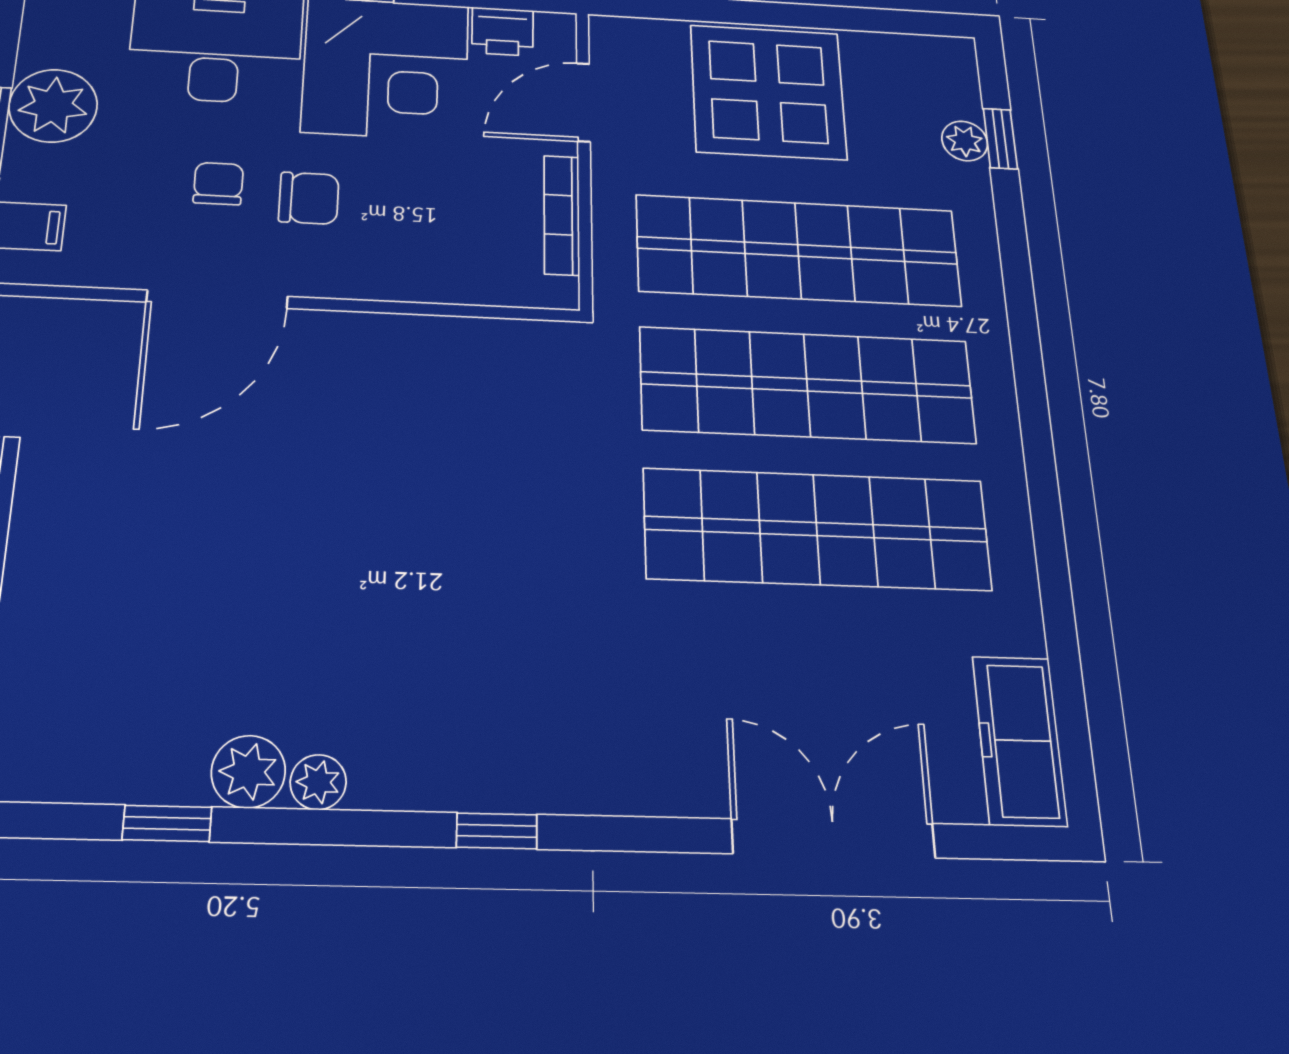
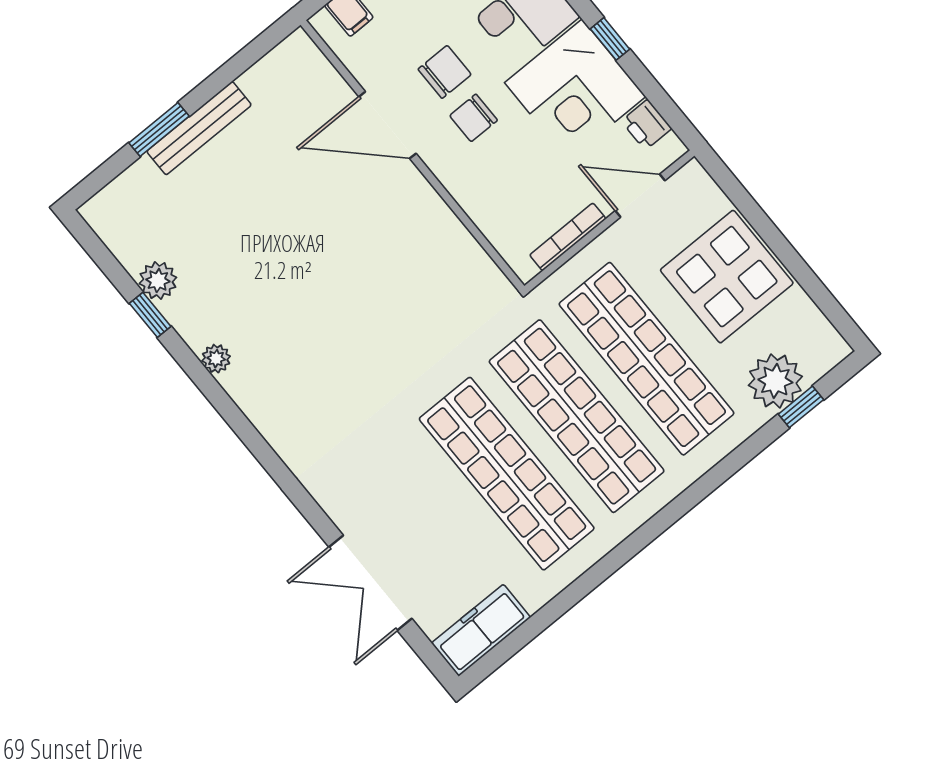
plant: (965, 141) -> (775, 381), width x1.88, depth x1.88
chair: (218, 184) -> (445, 72), width x1.37, depth x1.37
chair: (309, 198) -> (474, 118), turned 90
plant: (248, 772) -> (158, 280), moved
window: (497, 831) -> (257, 445), removed
double door: (833, 839) -> (370, 583), swing flipped

